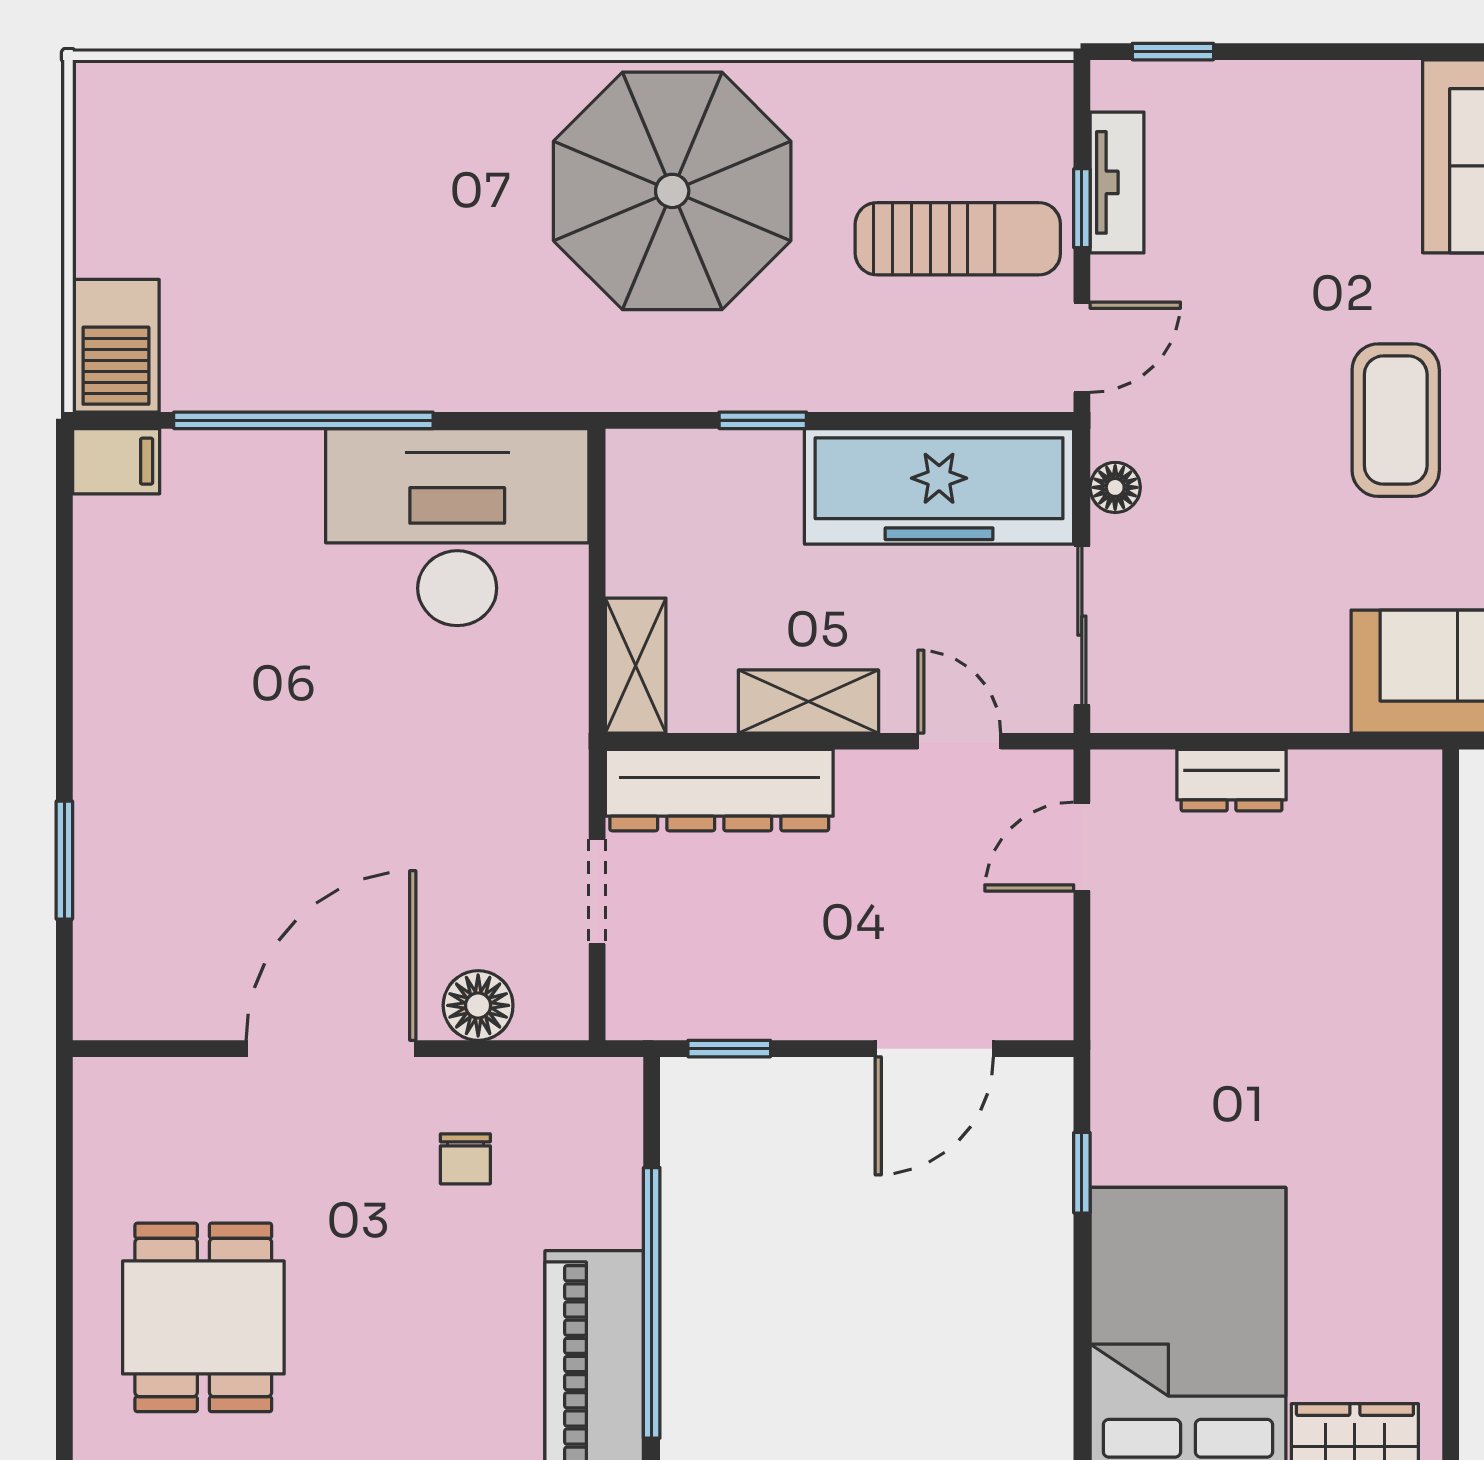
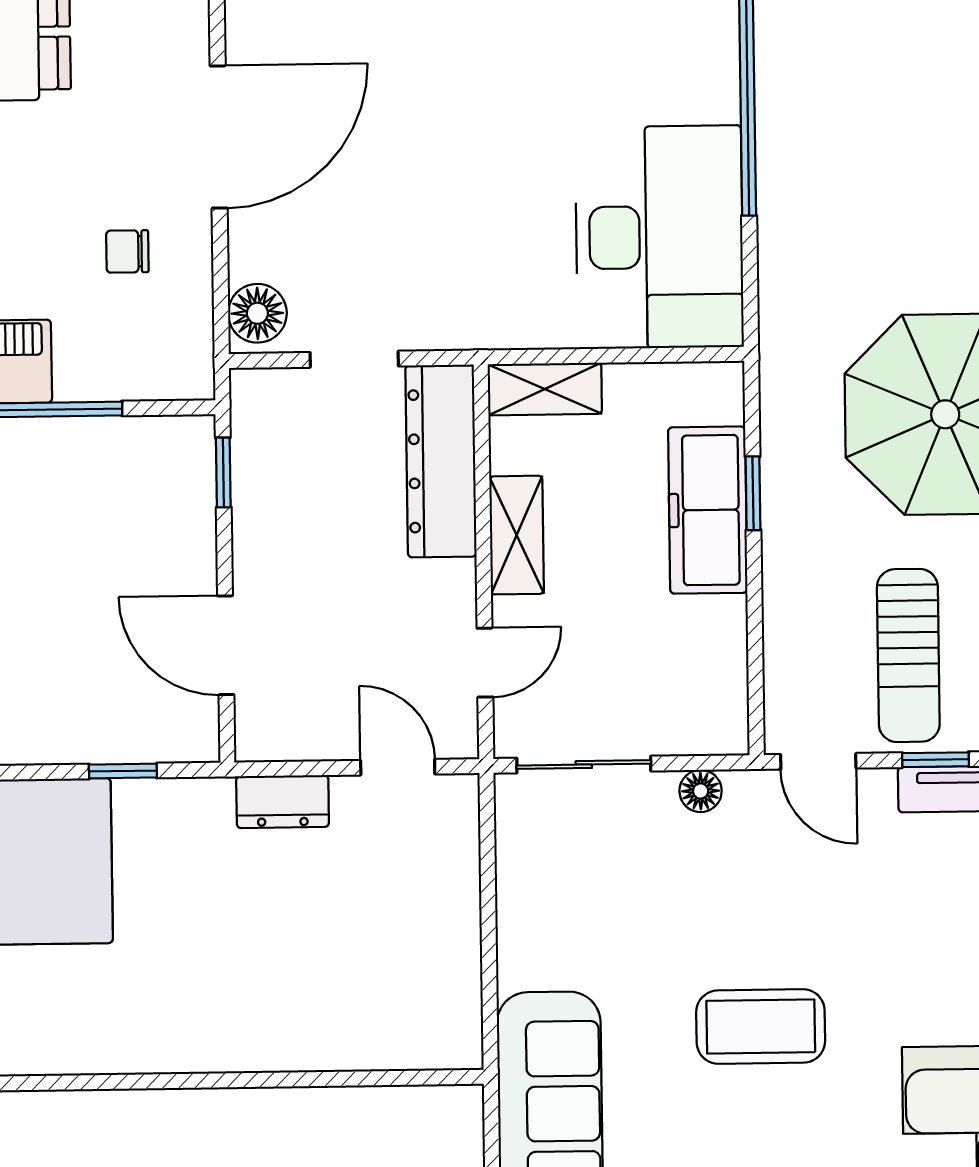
freezer: (939, 486) -> (708, 510), moved, width x0.73, depth x0.79
dresser: (1232, 780) -> (283, 802), moved, turned -90
floor lamp: (478, 1005) -> (257, 313), moved
door: (331, 1049) -> (219, 137), hinge flipped

